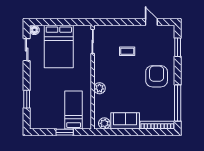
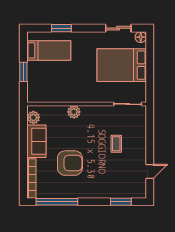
armchair: (157, 76) -> (70, 163), moved
bed: (74, 110) -> (49, 50), moved

